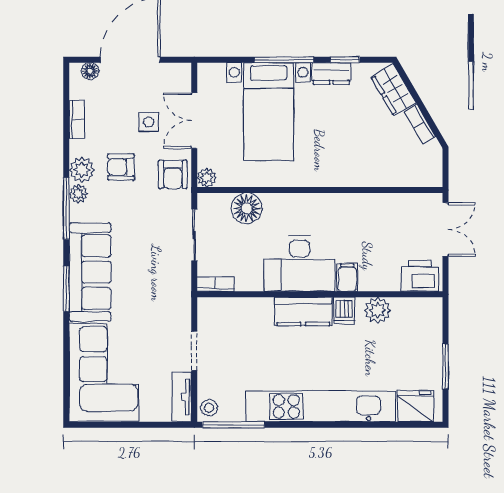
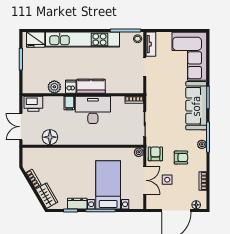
plant: (82, 170) -> (200, 156), removed
floor lamp: (247, 208) -> (50, 137), moved

